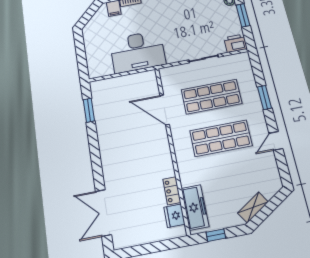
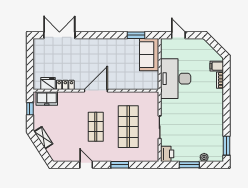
door: (82, 59) -> (178, 35), added
sofa: (112, 89) -> (149, 55), added
door: (165, 110) -> (96, 91), moved
shop shelf: (221, 138) -> (96, 127), width x0.70, depth x0.74
freezer: (195, 207) -> (47, 98), width x0.71

